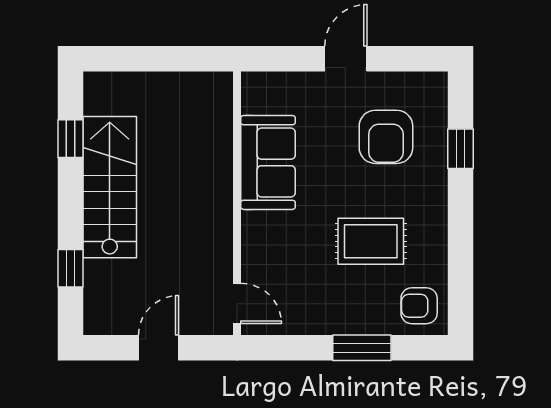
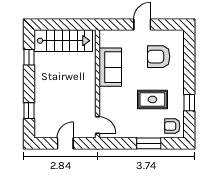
armchair: (386, 137) -> (159, 57), turned 90
window: (460, 149) -> (189, 103), moved
stairs: (110, 187) -> (63, 41), moved, turned 90

